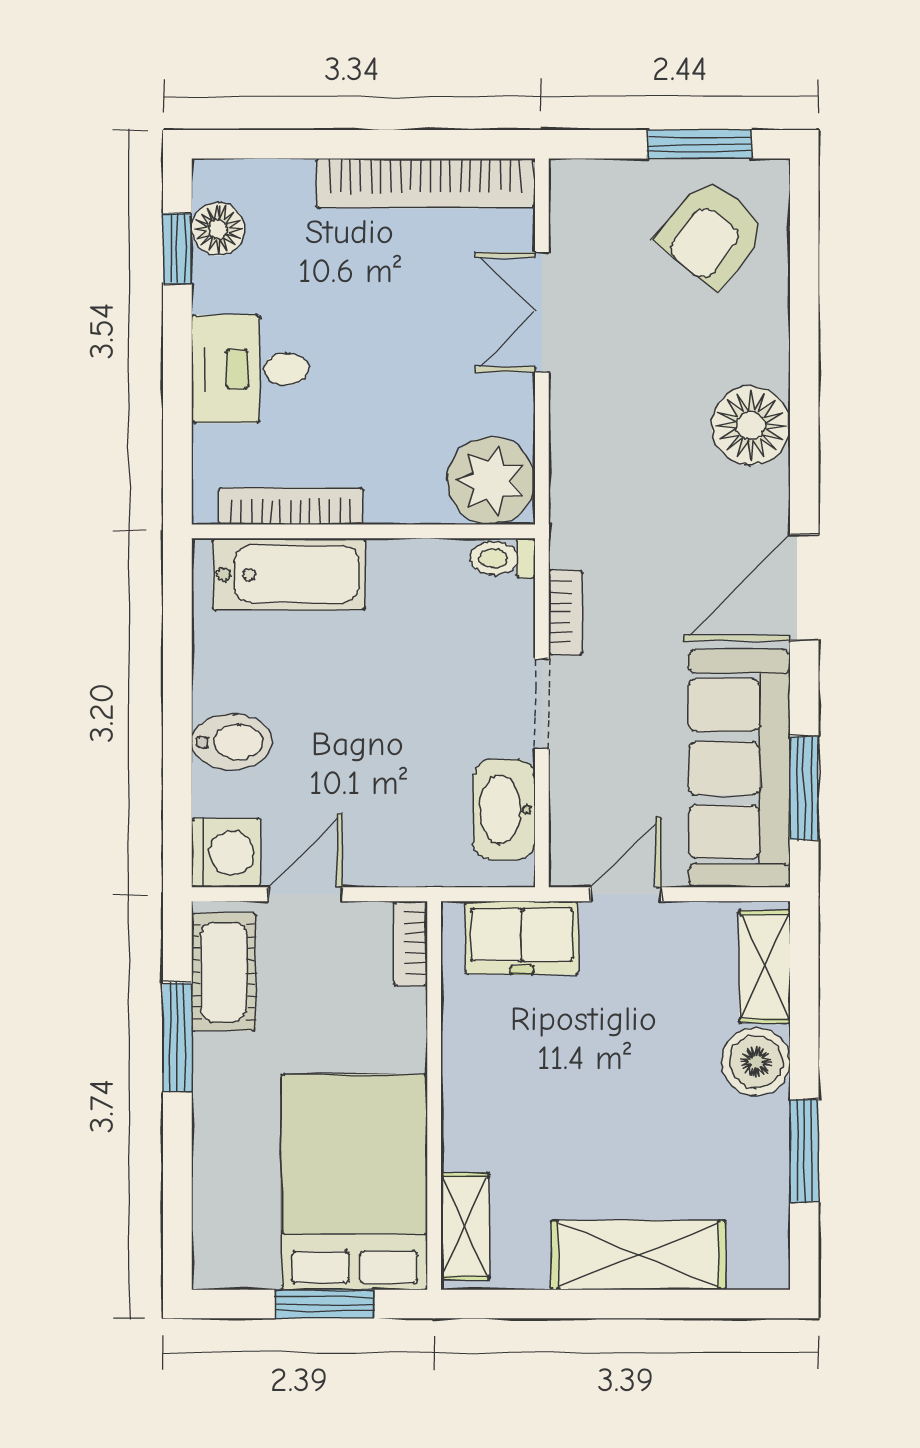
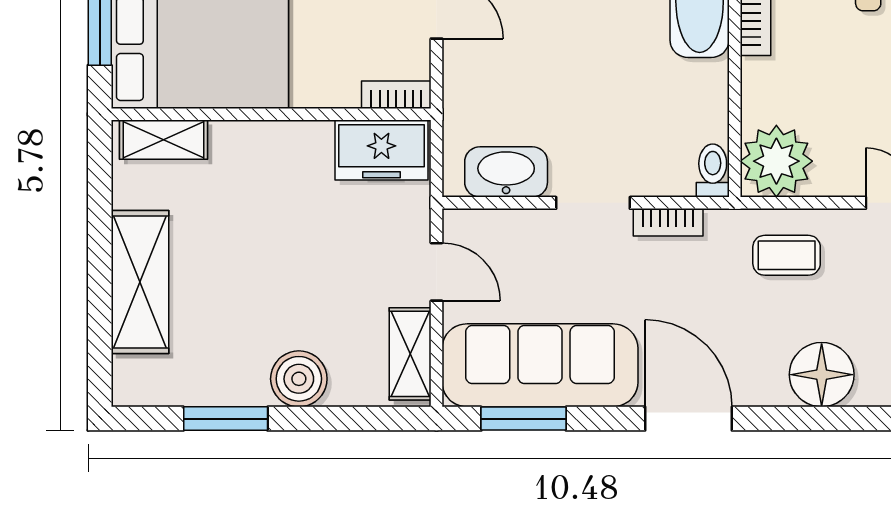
coffee table: (606, 468) -> (787, 255), added
freezer: (522, 938) -> (381, 150), moved, turned -90
shelving: (765, 967) -> (410, 354), moved, turned 90

